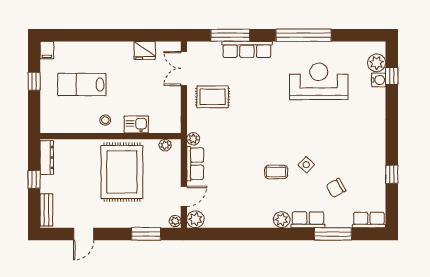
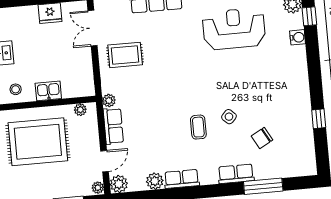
water cooler: (379, 80) -> (298, 37), moved
rug: (122, 172) -> (38, 142), turned 90
coffee table: (276, 172) -> (198, 127), turned 90
plant: (282, 220) -> (155, 181), moved
row of seats: (369, 220) -> (182, 179), moved

